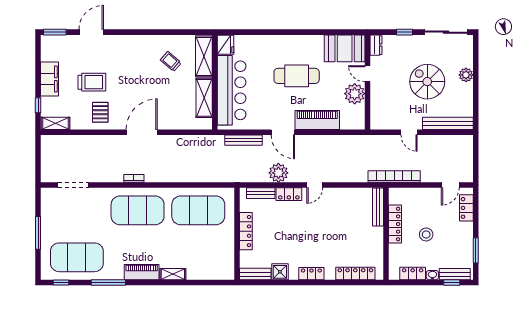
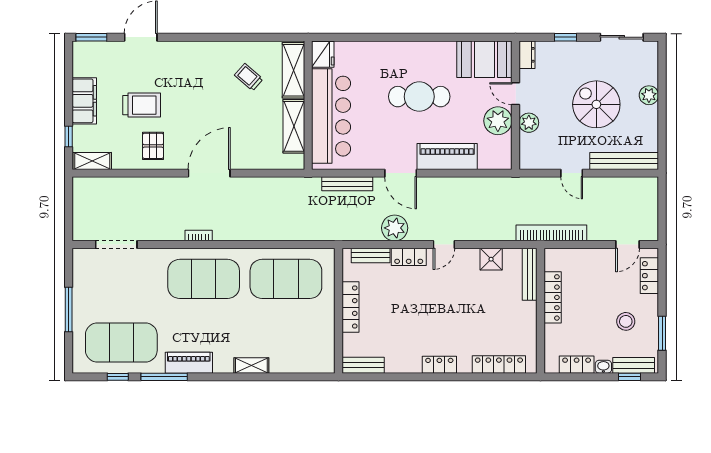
sliding door: (446, 32) -> (622, 37), width x0.73
plant: (377, 95) -> (529, 123), added
stool: (426, 234) -> (626, 321), moved
piano: (142, 272) -> (189, 363), moved
shower: (280, 272) -> (491, 259), moved
window: (61, 283) -> (118, 377), moved

